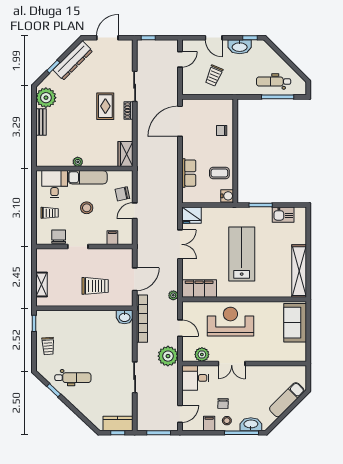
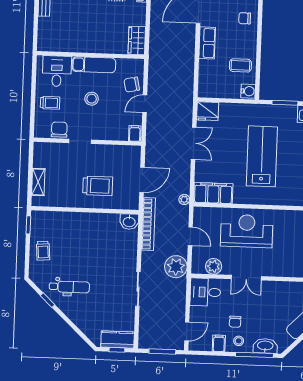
plant: (78, 162) -> (84, 47), removed
row of seats: (189, 173) -> (207, 43), moved
filing cabinet: (112, 238) -> (135, 133), moved

